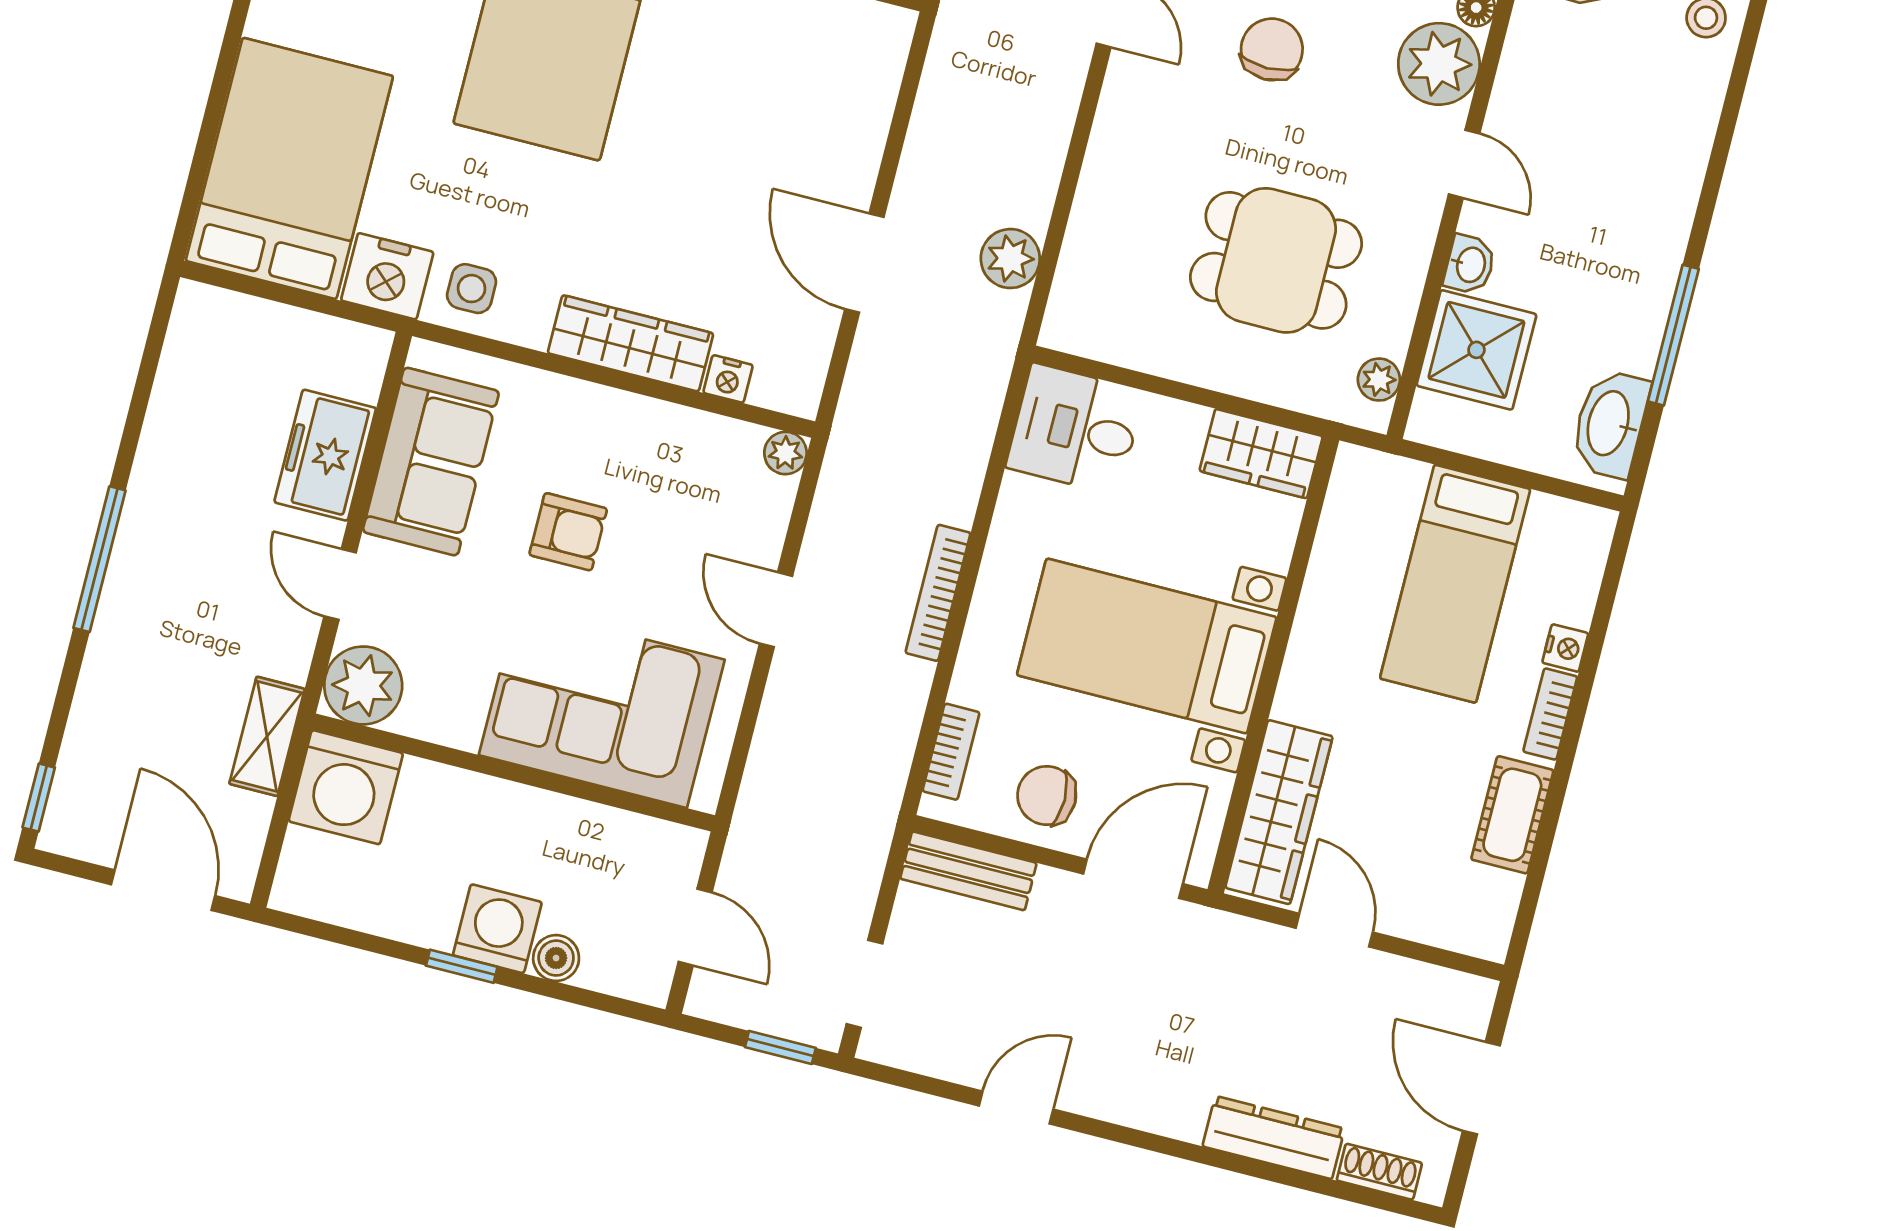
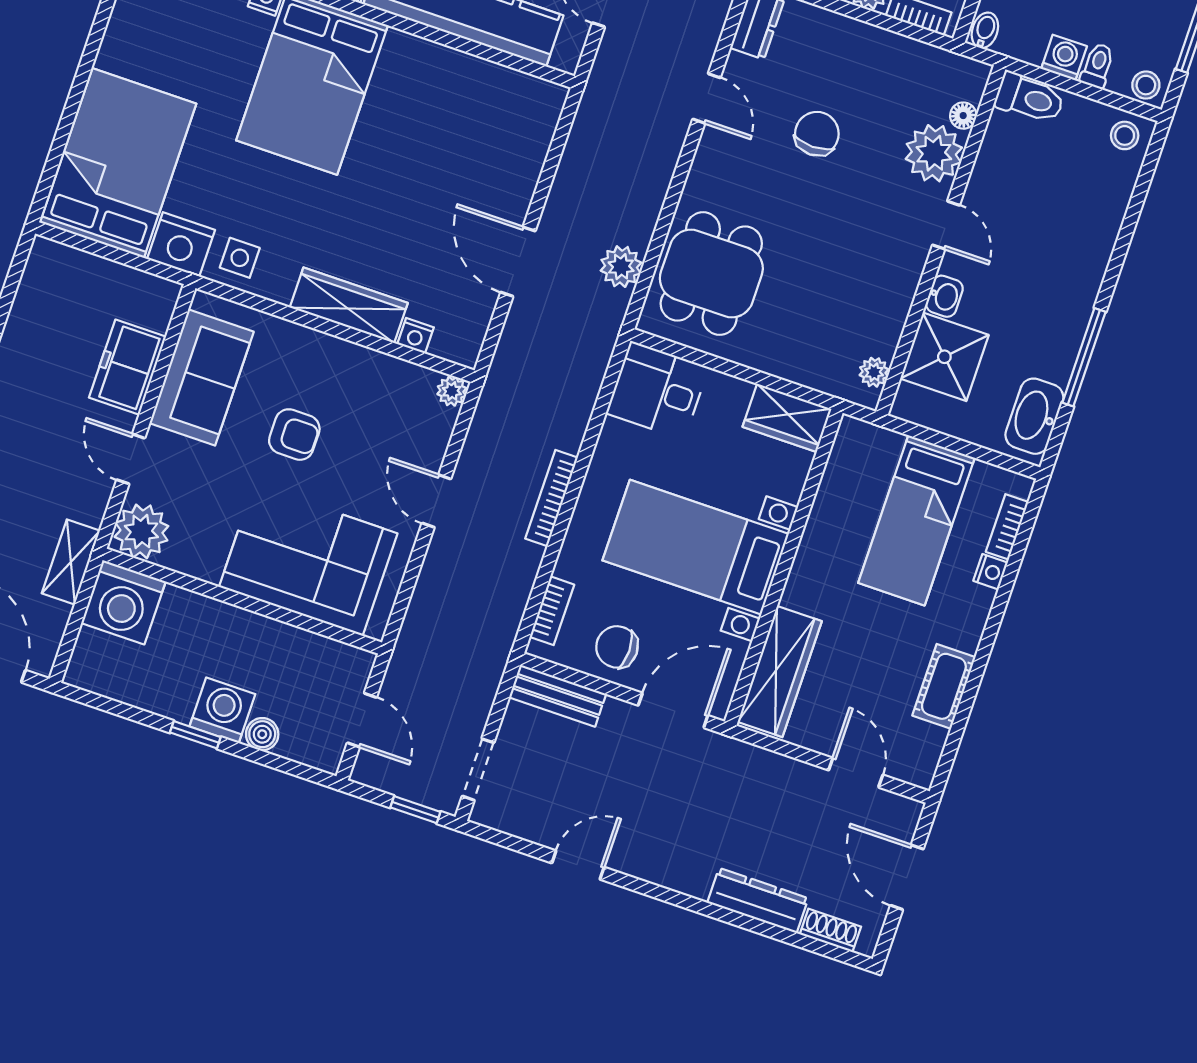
dining table: (1276, 260) -> (711, 274), moved, turned 90
bookcase: (1550, 714) -> (1007, 527), moved
door: (1334, 930) -> (856, 773), moved

